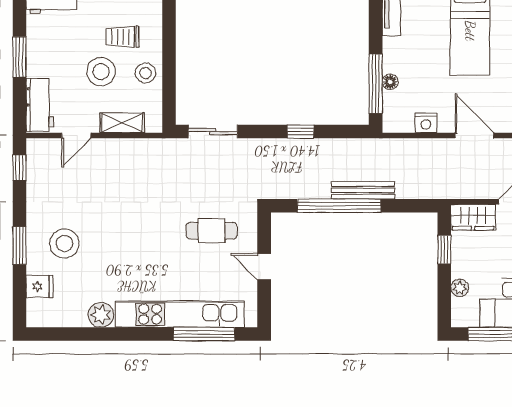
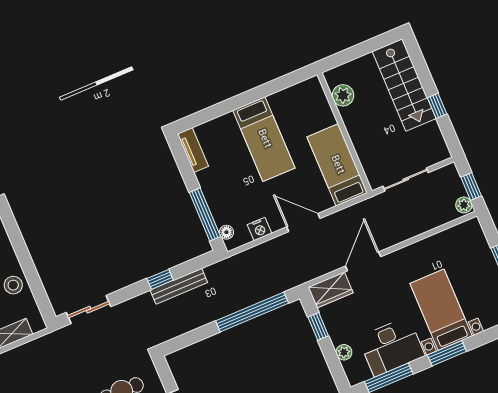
floor lamp: (390, 82) -> (226, 232), moved
bench: (363, 190) -> (179, 286), moved
window: (339, 206) -> (252, 312), moved

